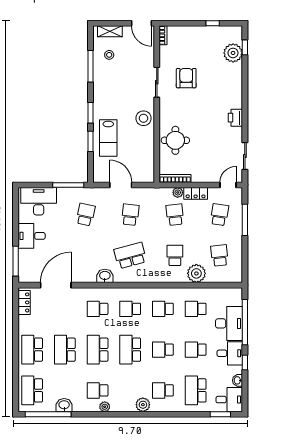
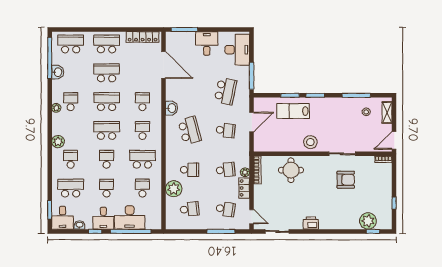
school desk: (86, 215) -> (225, 91), width x1.85
locker: (24, 302) -> (143, 37), width x1.53
school desk: (163, 309) -> (142, 159), width x1.85

